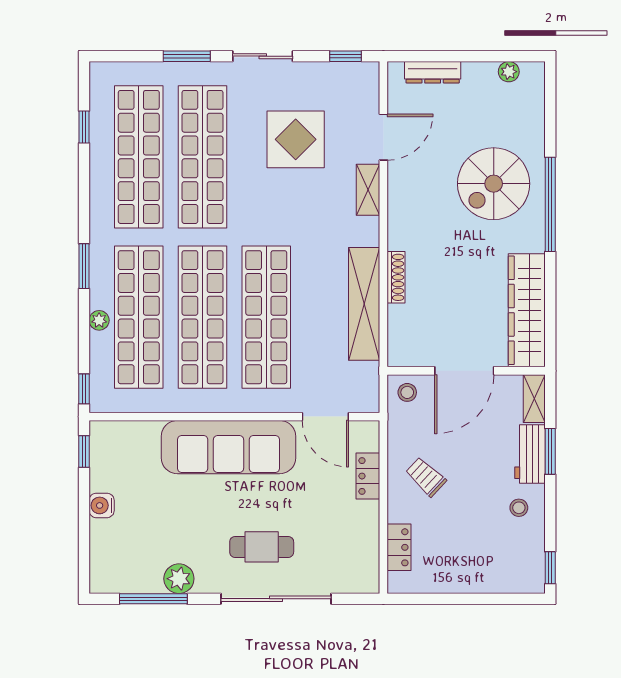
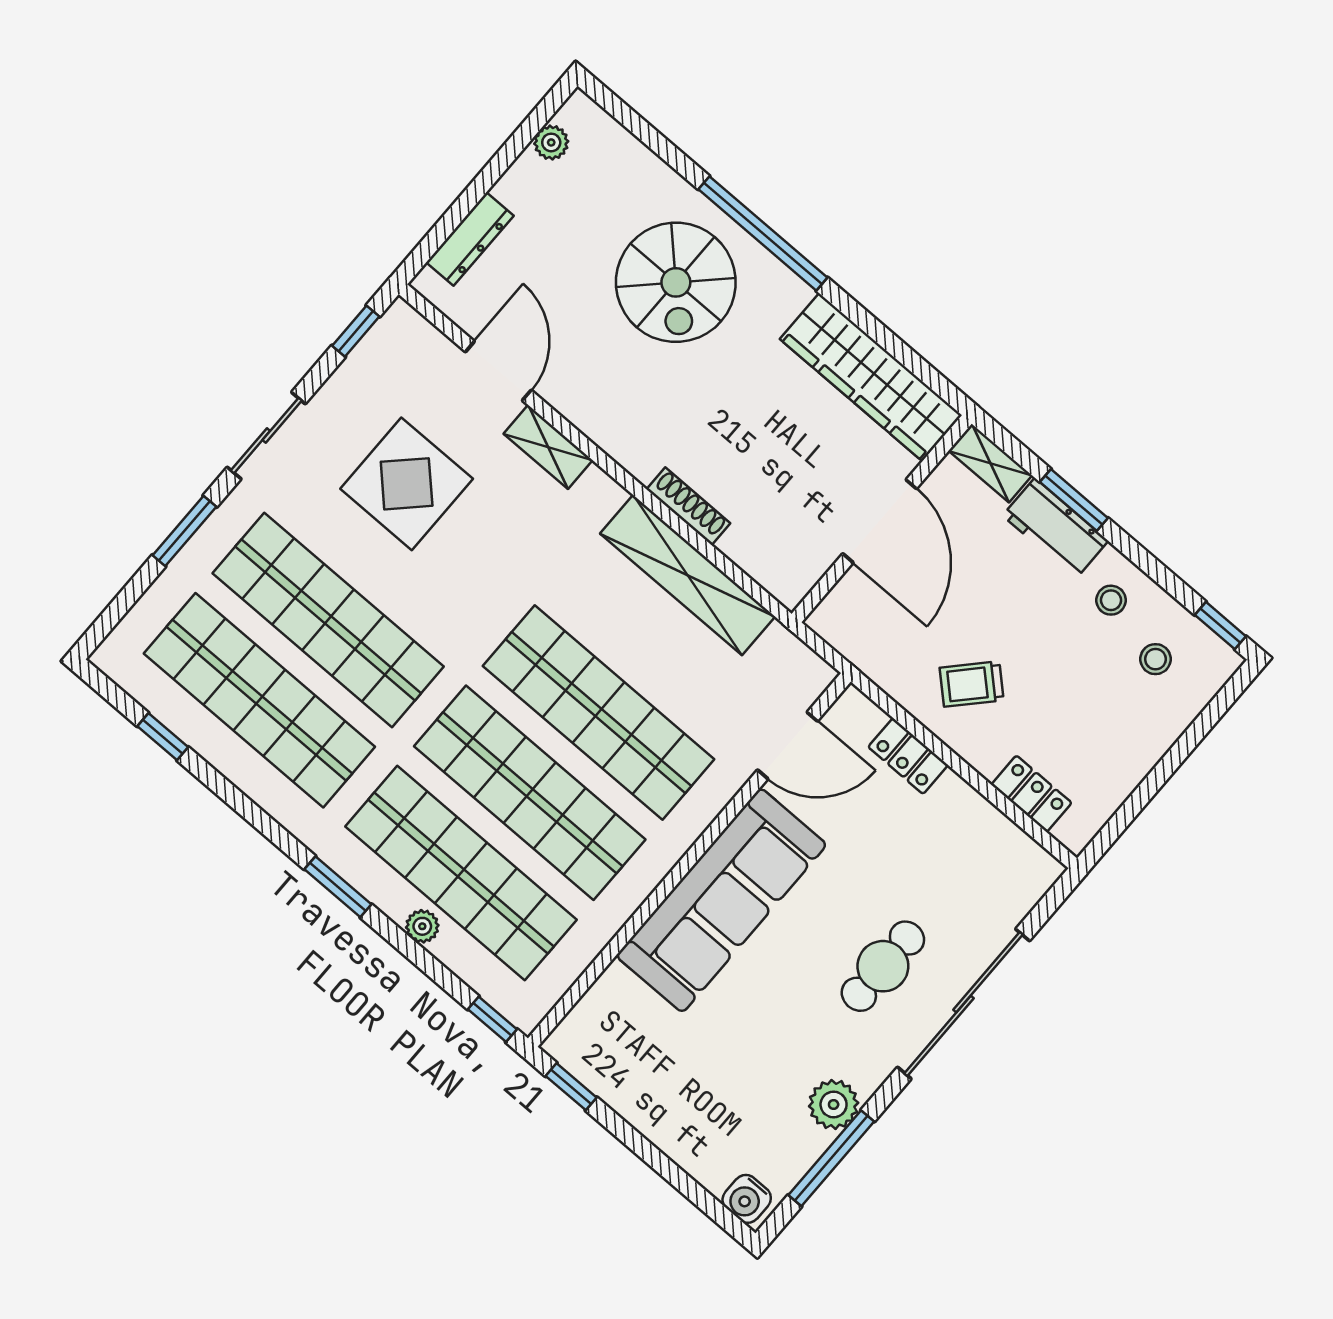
stool: (407, 392) -> (1155, 659), moved
water cooler: (102, 505) -> (747, 1199), moved

